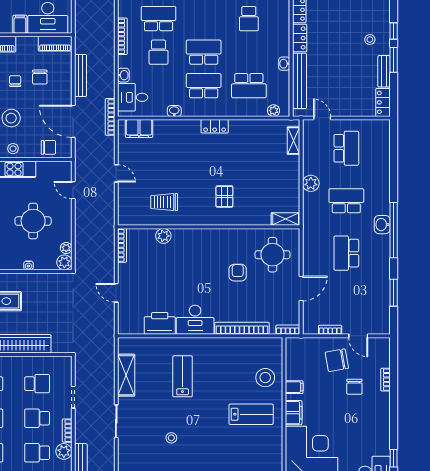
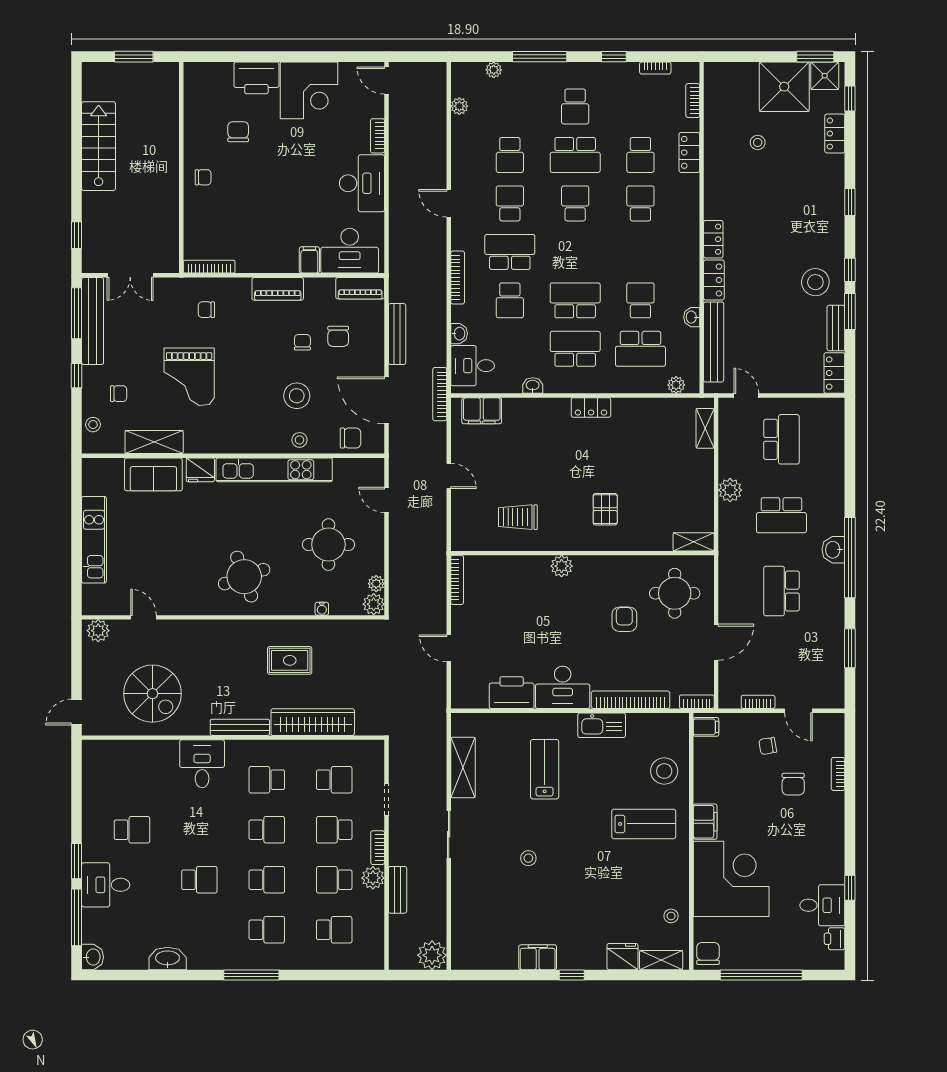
school desk: (249, 19) -> (640, 300), moved, turned 180
stool: (370, 39) -> (815, 282), width x1.89, depth x1.89
school desk: (346, 201) -> (781, 515), turned 180
plant: (163, 236) -> (562, 566), moved
kitchen sink: (222, 346) -> (602, 725), added
chair: (337, 360) -> (768, 746), width x0.54, depth x0.54
filing cabinet: (294, 387) -> (706, 727), moved

